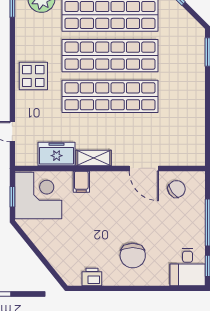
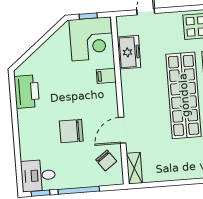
shelving: (94, 158) -> (134, 168), moved
chair: (133, 255) -> (71, 131), moved
printer: (92, 277) -> (27, 92), width x1.87, depth x1.48

